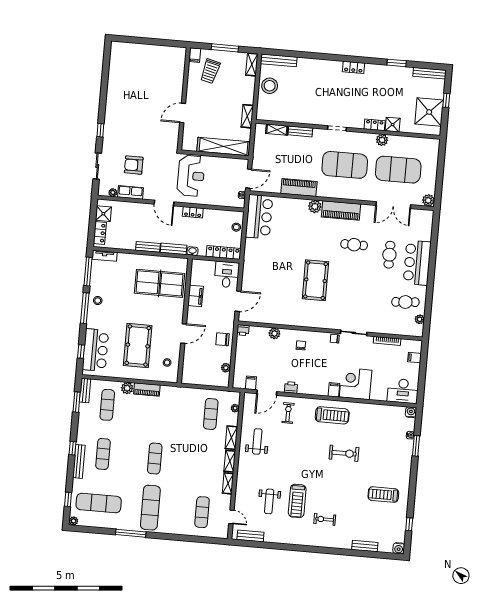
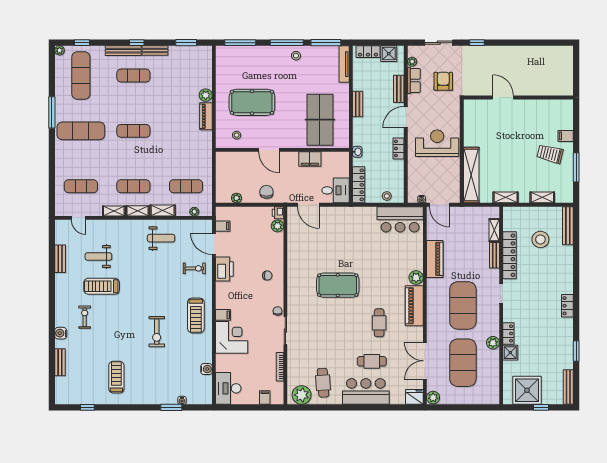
shelving: (252, 65) -> (542, 197), moved
stool: (270, 86) -> (540, 239), moved
wall: (184, 99) -> (518, 98), moved
door: (183, 113) -> (503, 98), moved
locker: (302, 117) -> (510, 255), added
reception desk: (191, 176) -> (437, 143), turned 180
fridge: (426, 218) -> (414, 397), added
bench: (174, 249) -> (399, 89), moved
tv unit: (104, 256) -> (344, 64), width x1.41
plant: (420, 319) -> (302, 395), width x1.87, depth x1.87
plant: (274, 333) -> (277, 226), moved
bar counter: (95, 350) -> (243, 58), removed
window: (81, 351) -> (240, 43), width x2.17
printer: (291, 387) -> (224, 269), width x1.87, depth x1.48
bench: (85, 390) -> (155, 51), moved
exercise mat: (107, 405) -> (133, 186), moved
water cooler: (411, 412) -> (206, 369), moved
door: (231, 517) -> (79, 218), hinge flipped
bench: (250, 536) -> (60, 259), moved
water cooler: (399, 548) -> (61, 333), moved

